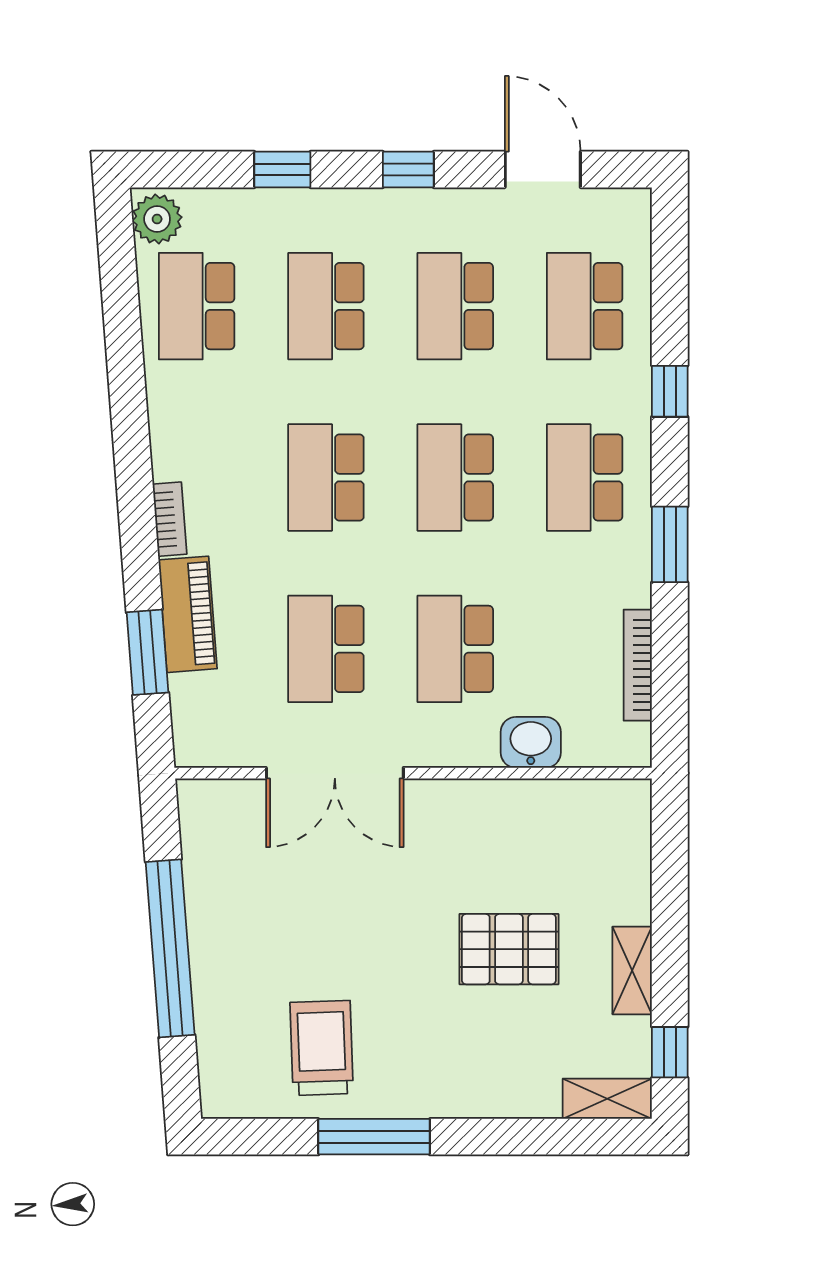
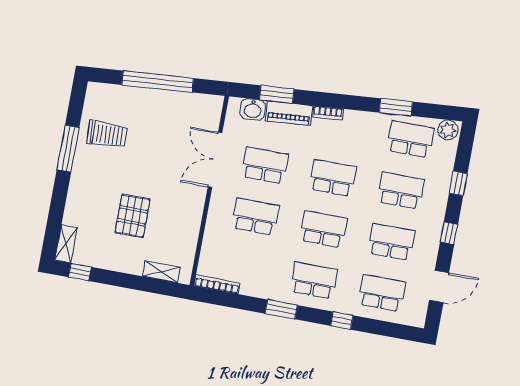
window: (125, 356) -> (396, 107), added
bookcase: (638, 665) -> (217, 284), moved
washbasin: (531, 742) -> (253, 109), moved, turned 86
shelving: (632, 970) -> (161, 272), moved

